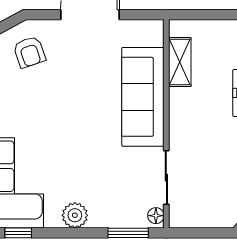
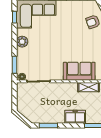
sofa: (143, 97) -> (79, 71), width x0.73

